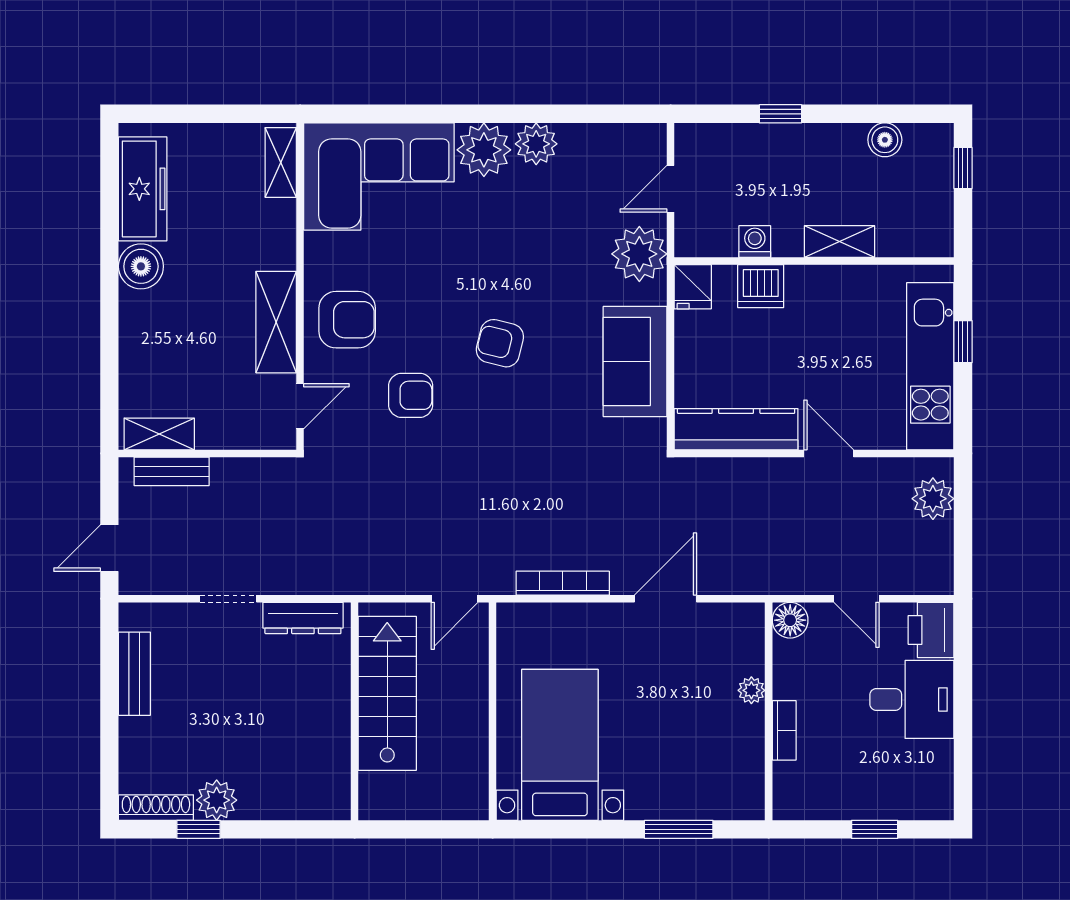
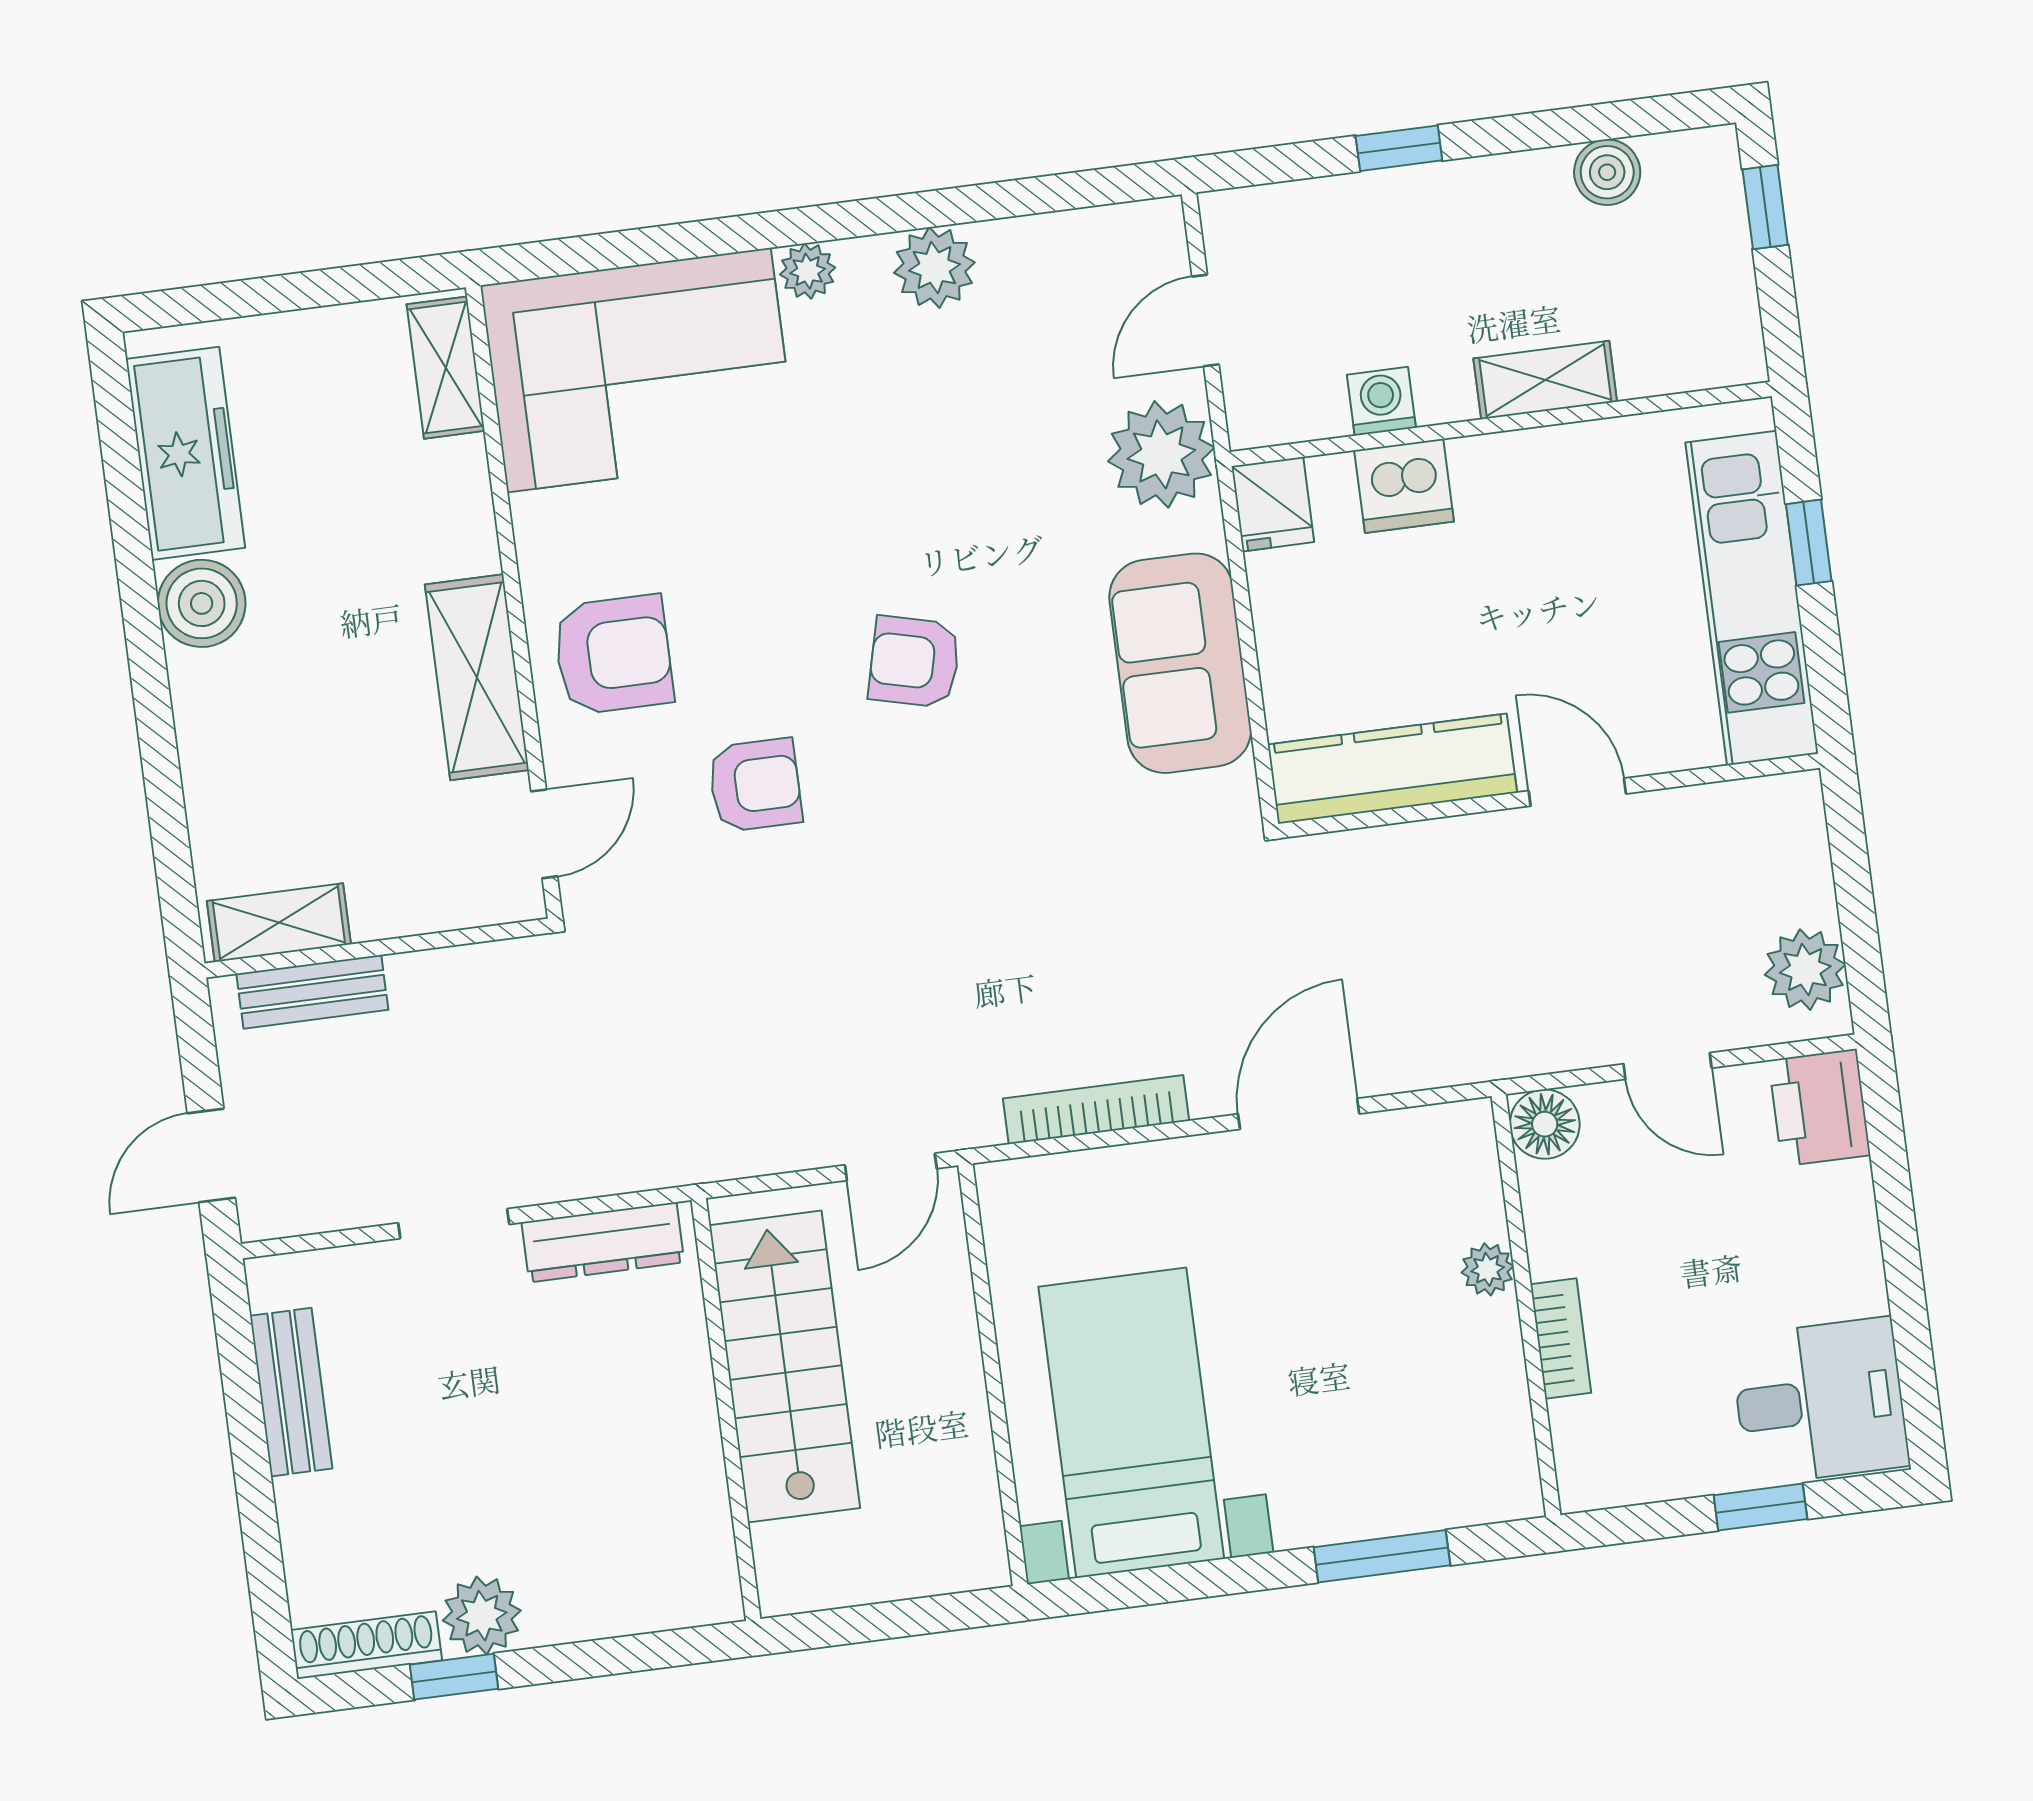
plant: (484, 150) -> (808, 271), width x0.53, depth x0.53
plant: (933, 499) -> (1805, 970), moved
desk: (912, 699) -> (1820, 1401), moved

